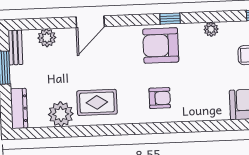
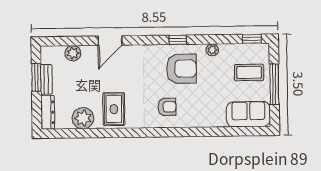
armchair: (161, 45) -> (181, 69), moved, turned 180
bench: (15, 47) -> (46, 79), moved
rug: (97, 102) -> (114, 109), turned 90

